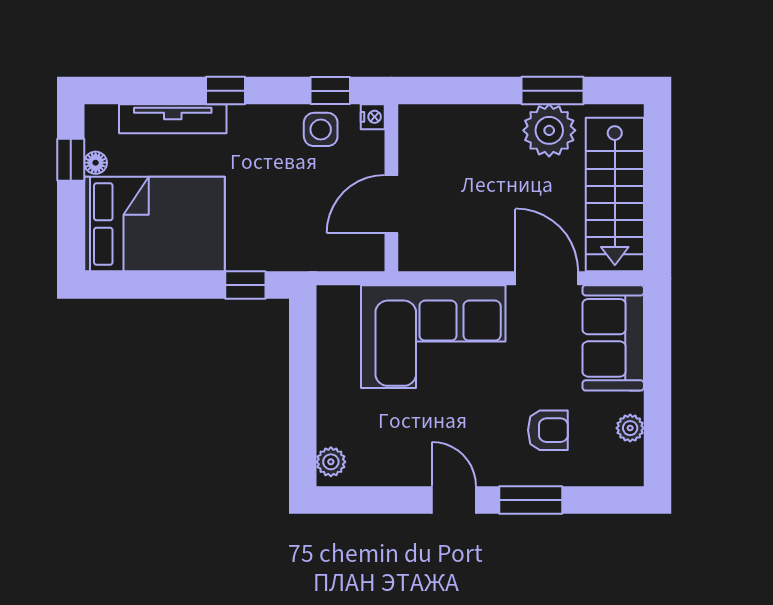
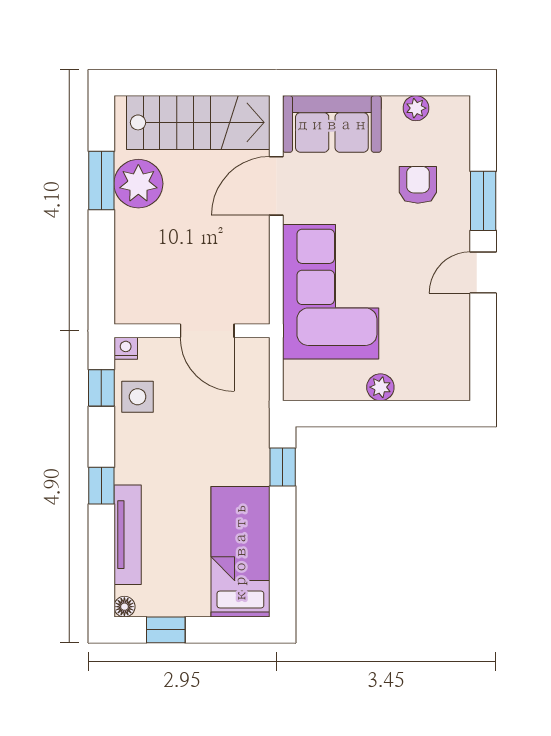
floor lamp: (96, 163) -> (124, 607), moved
bed: (155, 224) -> (240, 552), width x0.67
plant: (331, 462) -> (380, 387), moved

